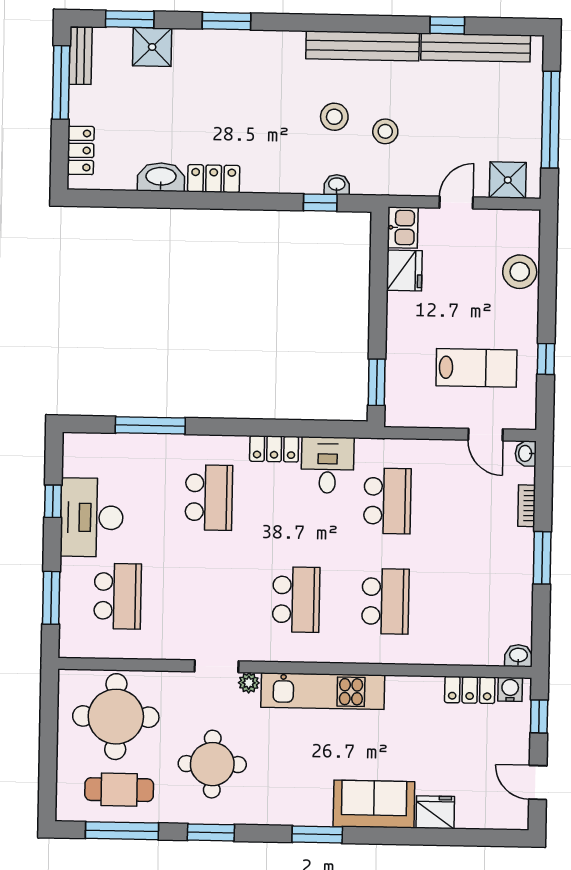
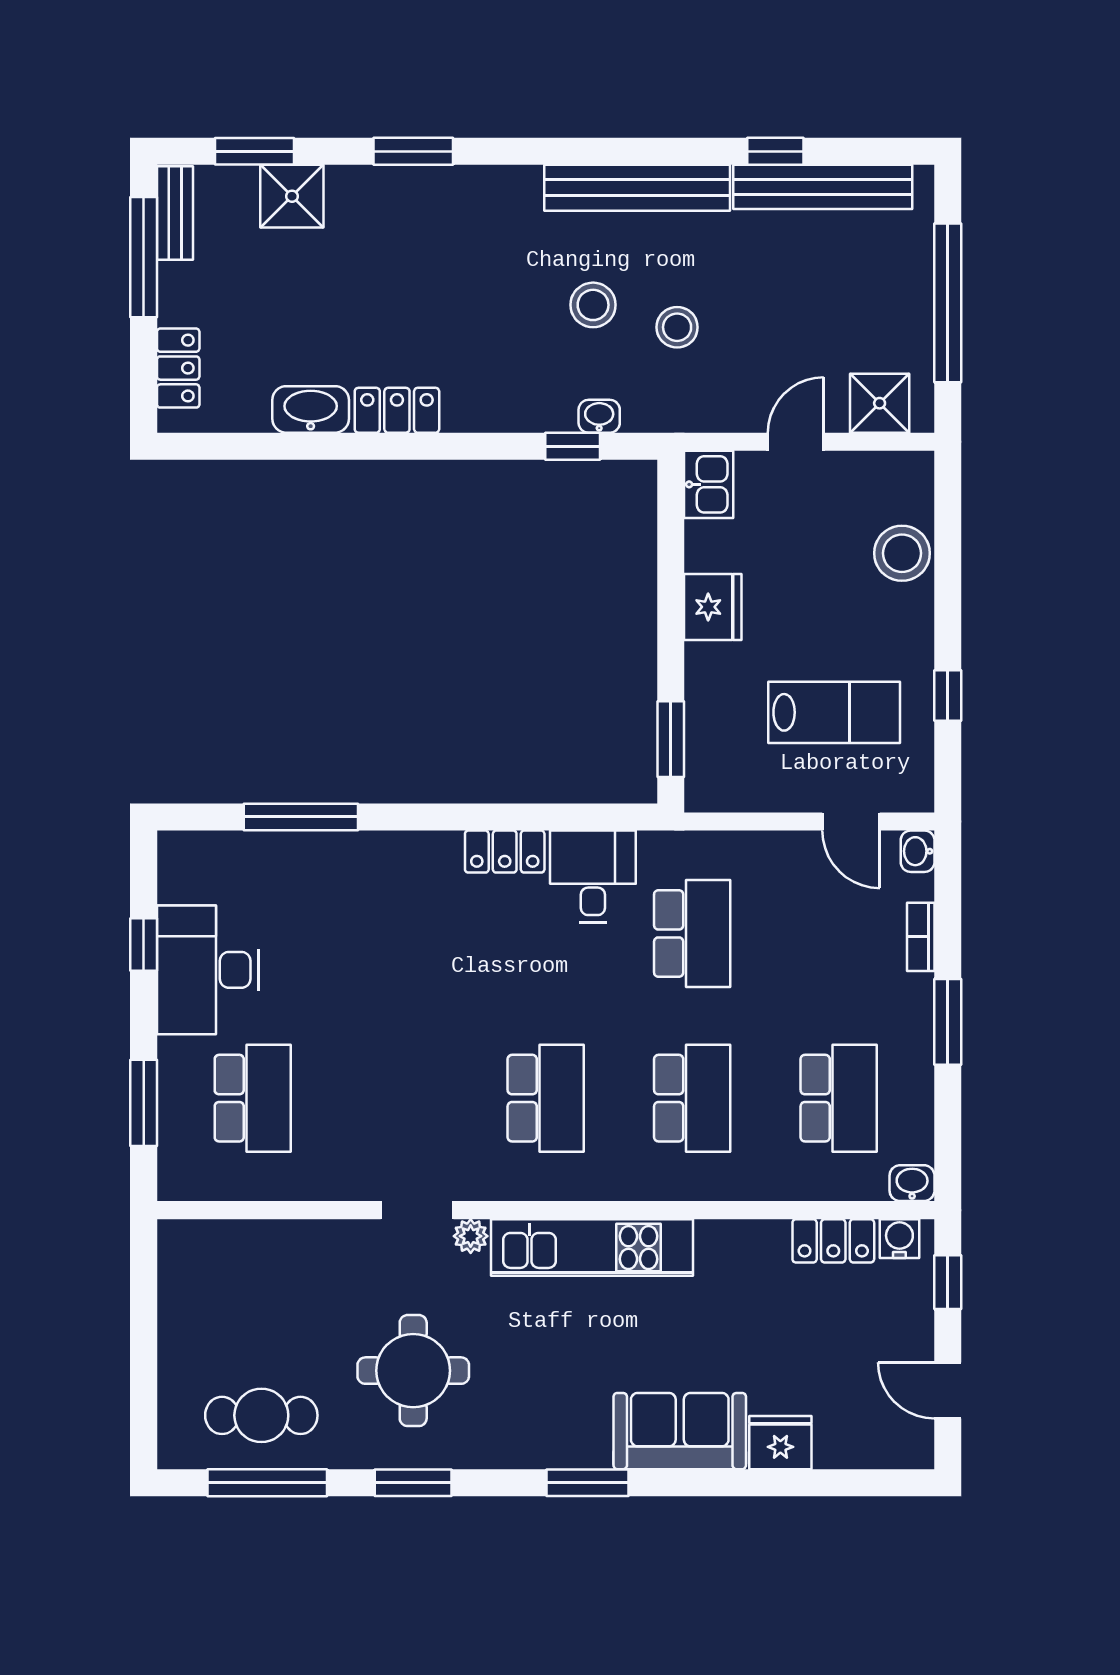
fridge: (404, 271) -> (713, 607), moved
school desk: (209, 498) -> (839, 1098), moved
round table: (116, 717) -> (253, 1296), removed

